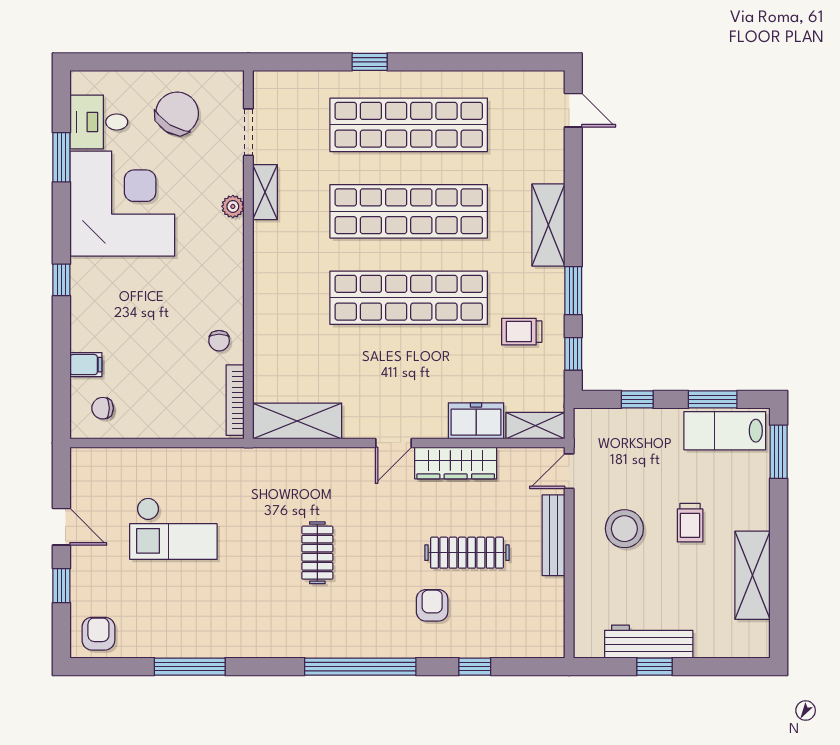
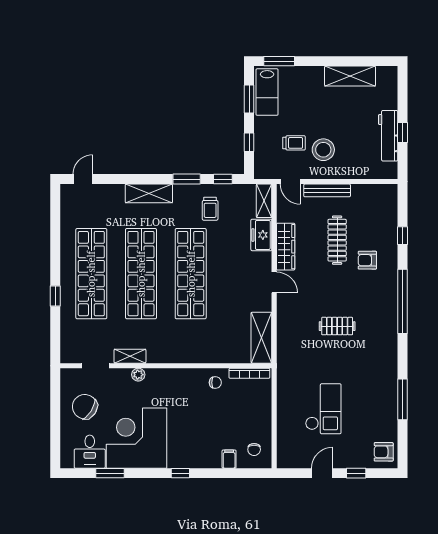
trolley: (690, 523) -> (294, 143), moved

